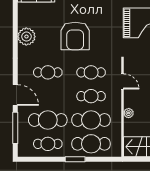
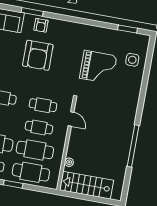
armchair: (75, 36) -> (38, 55), moved
plant: (129, 113) -> (69, 162), moved

